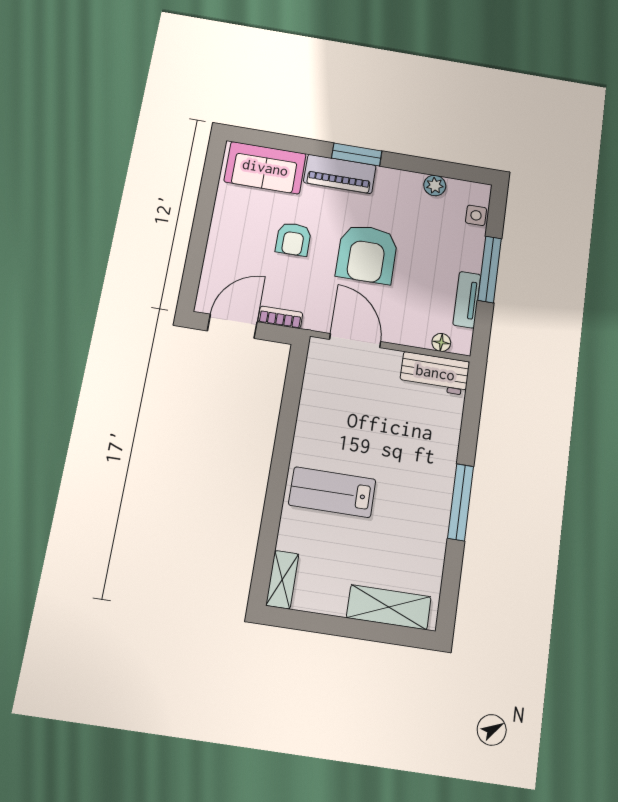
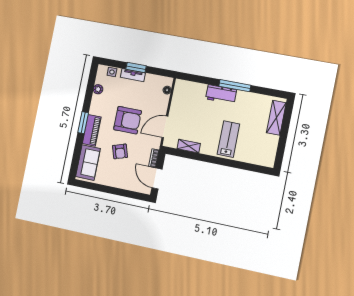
armchair: (293, 239) -> (120, 151), turned 72
window: (490, 269) -> (136, 68), width x0.69
tv unit: (467, 300) -> (133, 75), moved
workbench: (435, 373) -> (221, 94), moved, turned 90
lab bench: (332, 492) -> (228, 139), turned 180
shelving: (282, 580) -> (189, 146), moved

